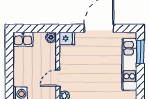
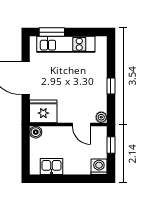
fridge: (67, 38) -> (43, 111), width x1.88, depth x1.34
kitchen sink: (23, 39) -> (52, 167), moved, turned -90

